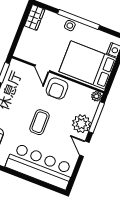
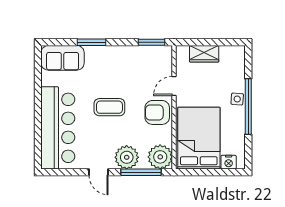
wardrobe: (35, 18) -> (204, 54), moved
plant: (96, 96) -> (160, 157), width x1.88, depth x1.88
door: (84, 149) -> (99, 172), swing flipped

